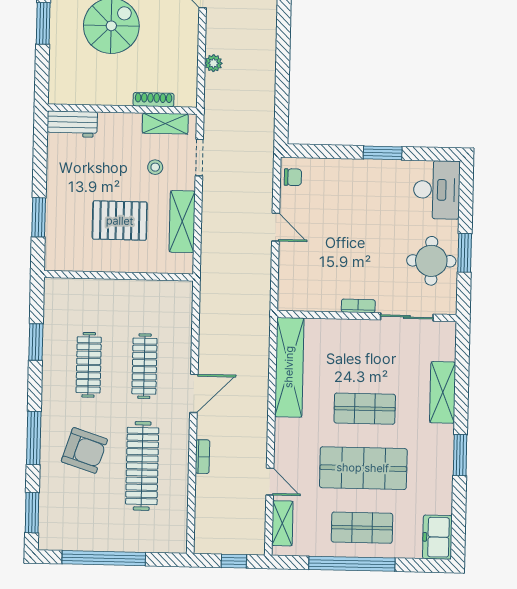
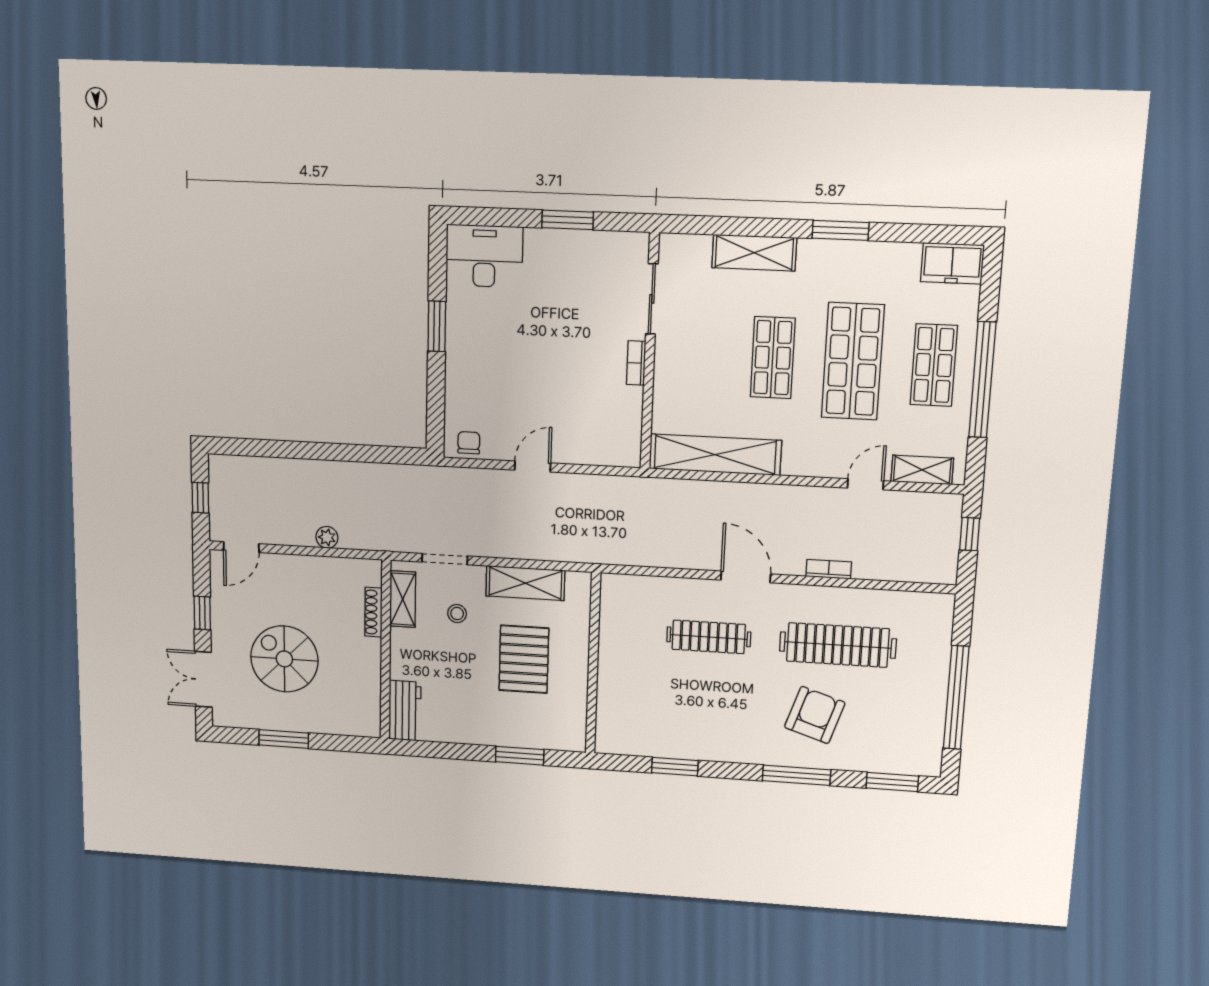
round table: (431, 261) -> (578, 265), removed
clothes rail: (89, 365) -> (705, 705), removed

